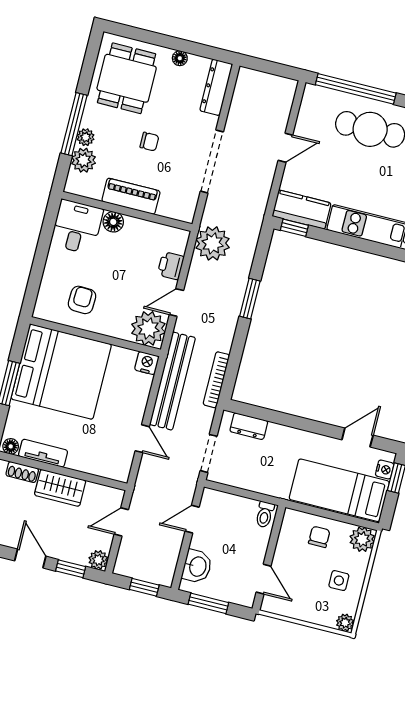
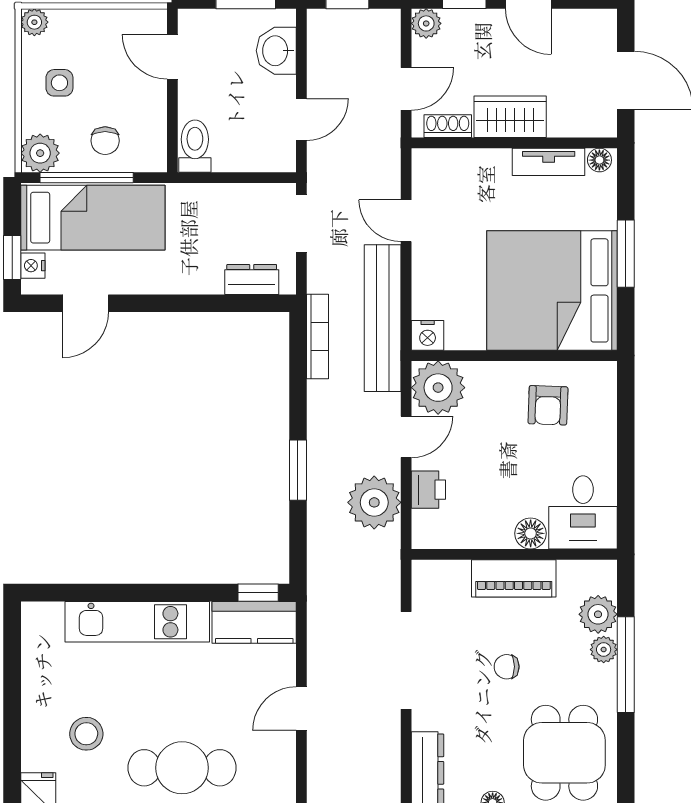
plant: (213, 243) -> (374, 502), moved
shoe rack: (22, 472) -> (448, 126), moved
toilet: (265, 515) -> (195, 146), width x1.37, depth x1.39
window: (337, 516) -> (87, 178), added

